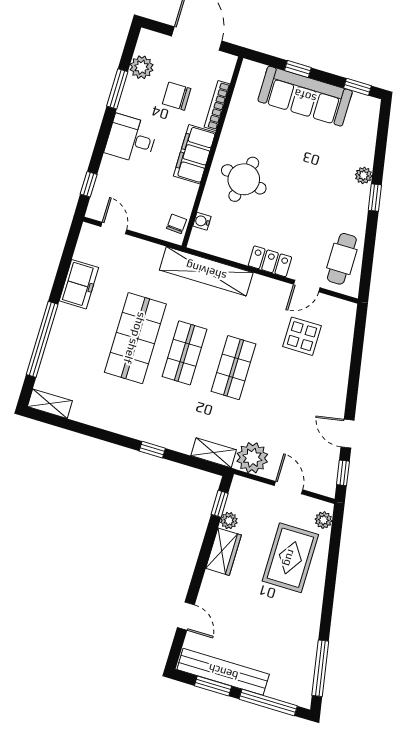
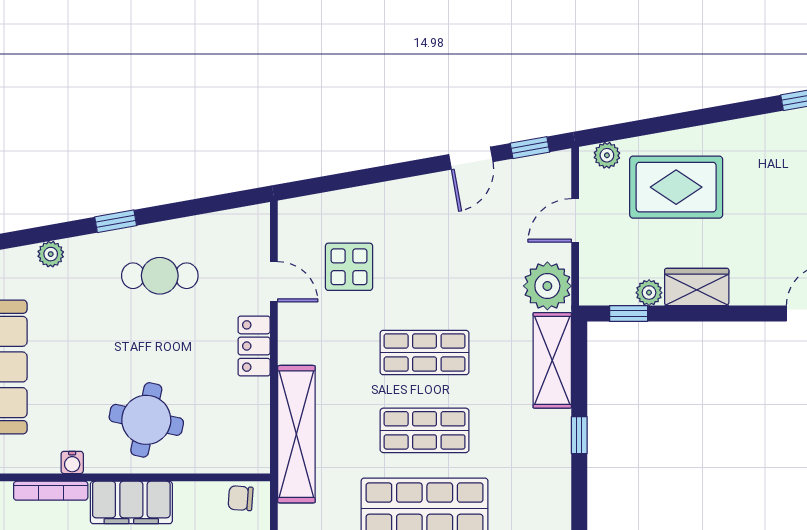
plant: (364, 175) -> (51, 254), moved
water cooler: (202, 221) -> (72, 462), moved
cafe table: (342, 259) -> (160, 276), moved
shelving: (214, 453) -> (552, 360), width x1.50, depth x1.33

